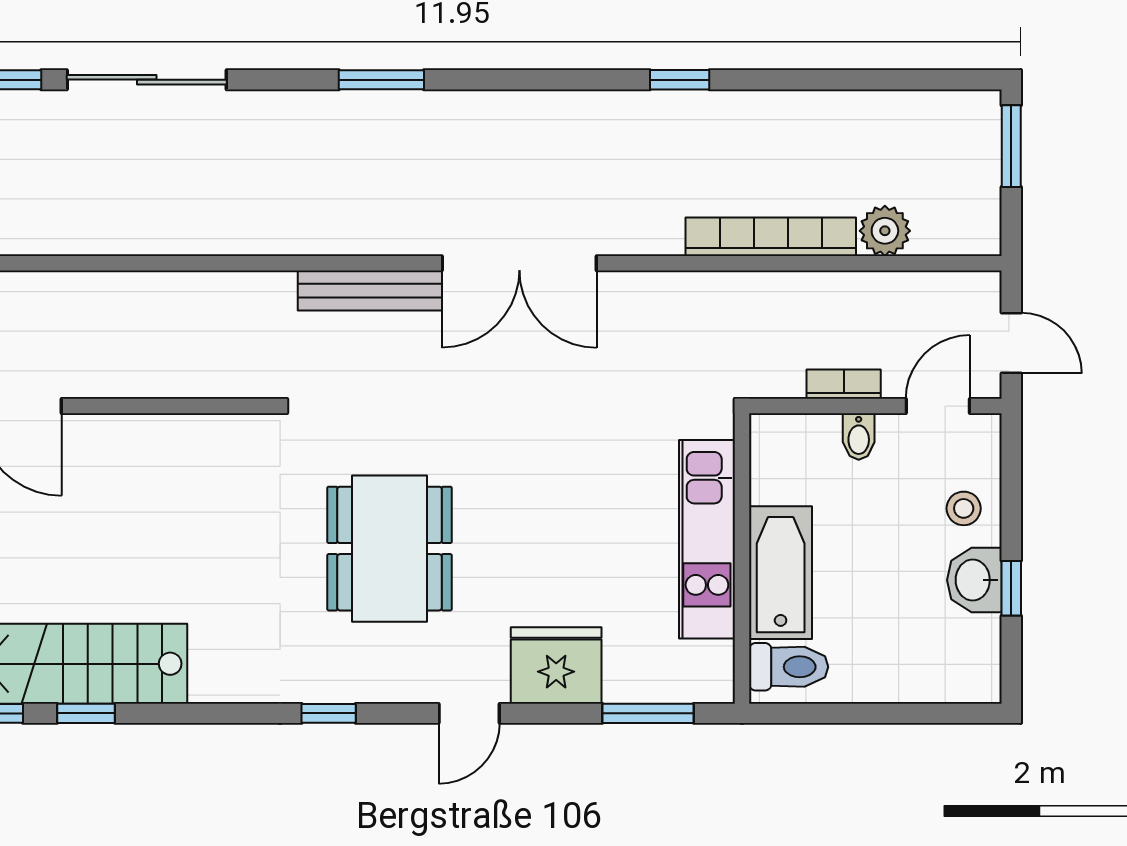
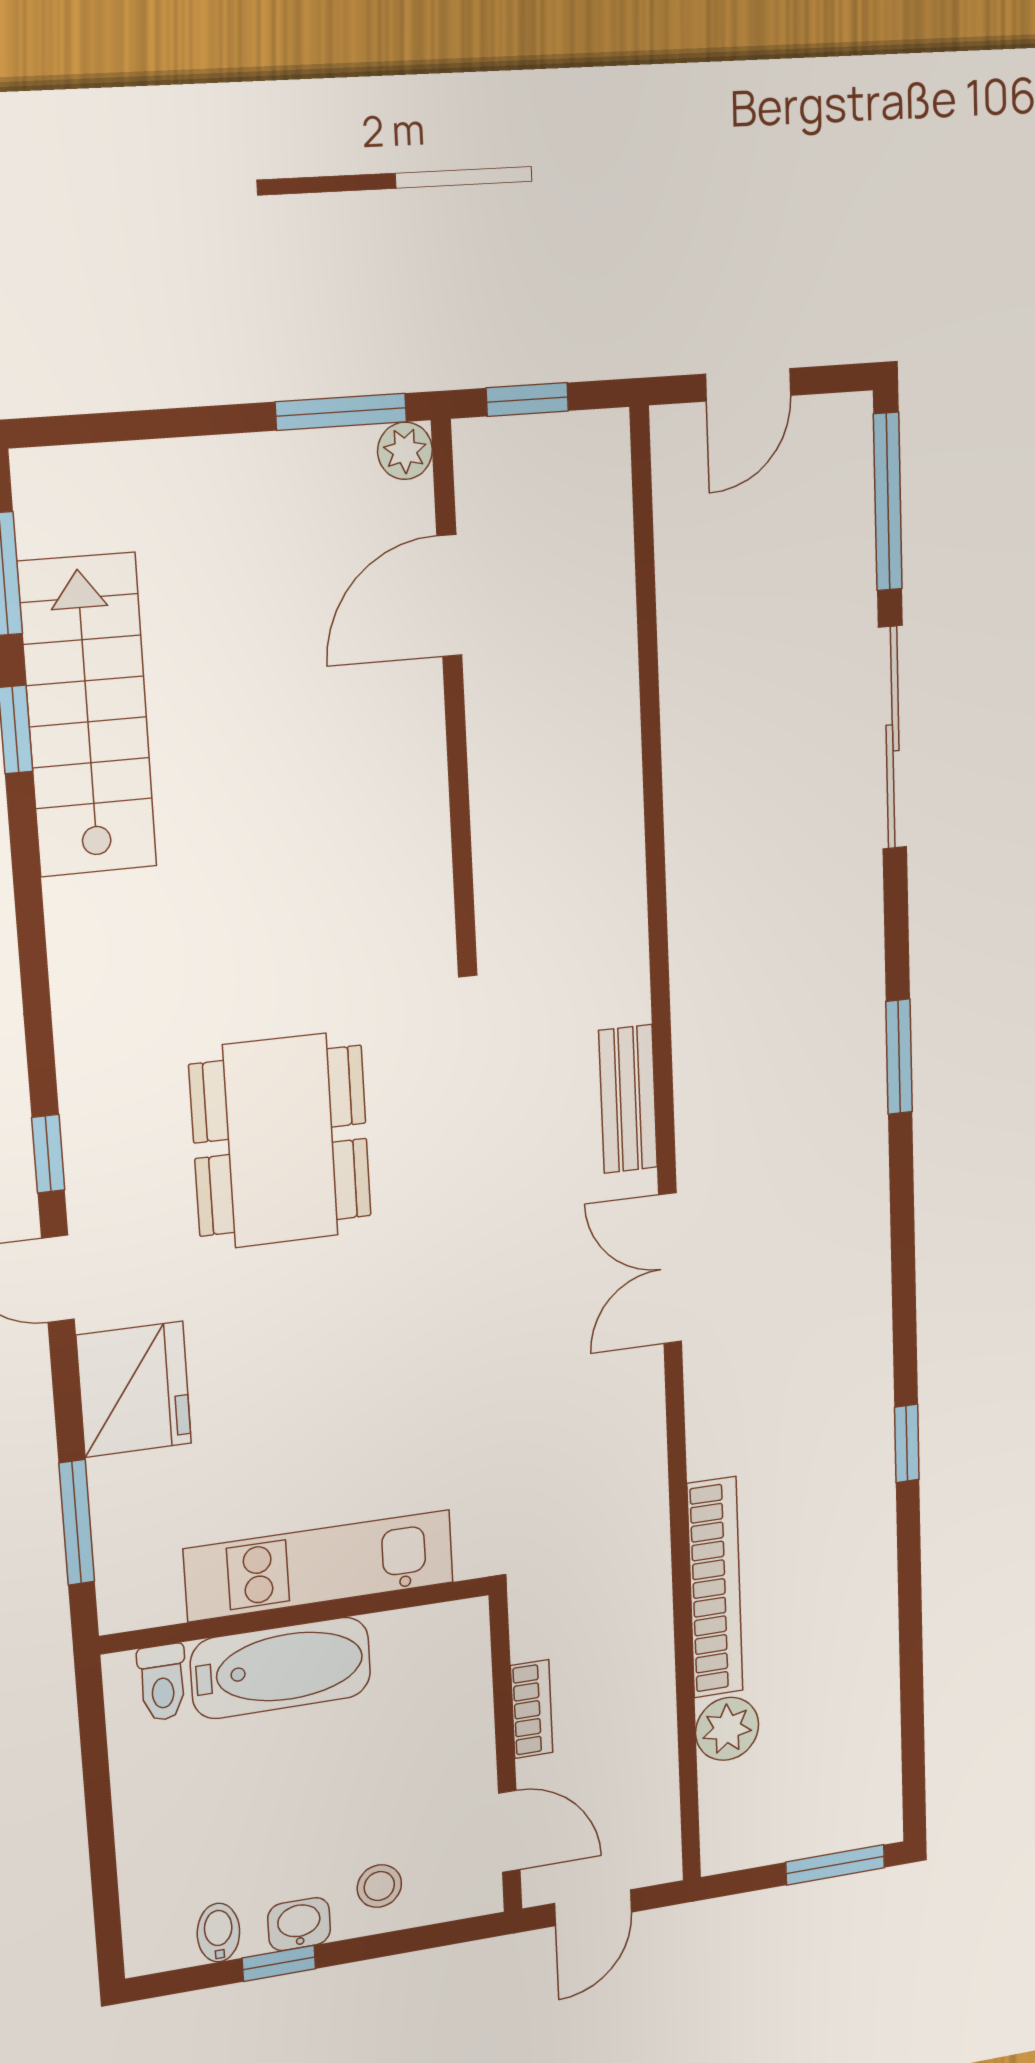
double door: (519, 263) -> (670, 1268), width x0.73
bench: (370, 290) -> (628, 1099), width x0.73
bidet: (859, 436) -> (218, 1933), moved, turned 90
dining table: (390, 549) -> (281, 1141), turned 90
washbasin: (974, 580) -> (299, 1924), width x0.72, depth x0.69
toilet: (789, 667) -> (162, 1683), width x0.73, depth x0.72
window: (329, 713) -> (48, 1154), moved

